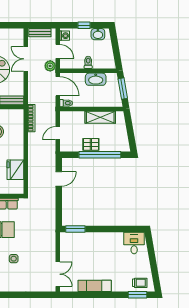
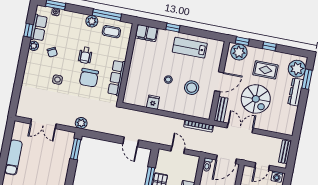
double door: (26, 59) -> (240, 128), moved
plant: (50, 66) -> (81, 123), moved
fridge: (15, 170) -> (153, 102), width x0.53, depth x0.75
double door: (58, 274) -> (43, 124), moved

